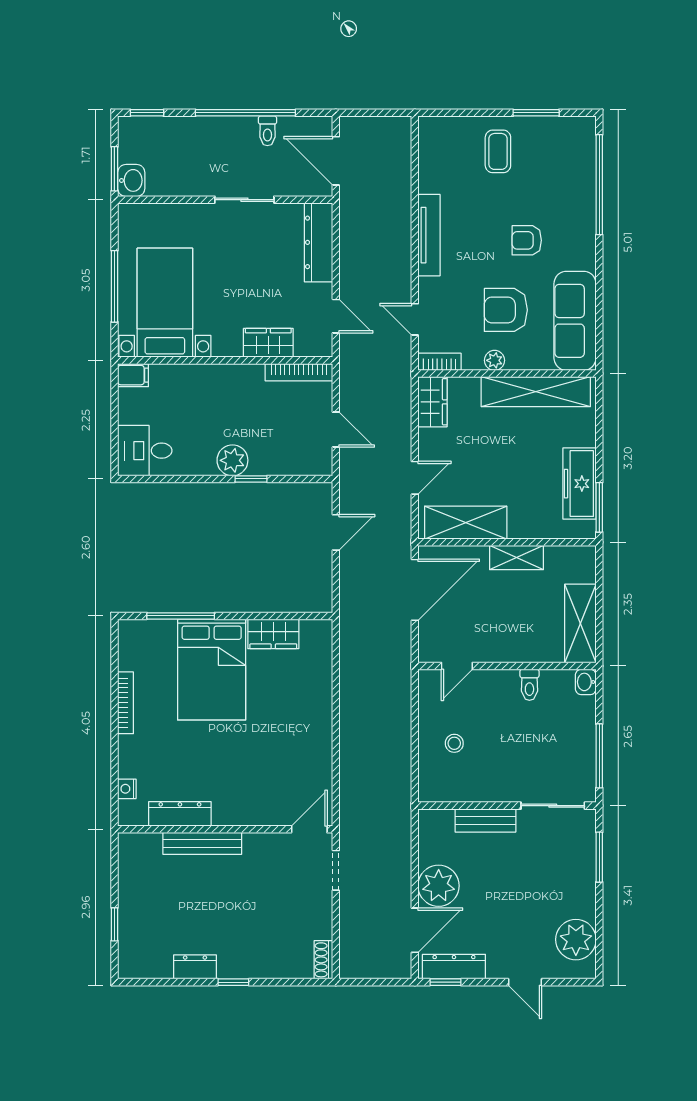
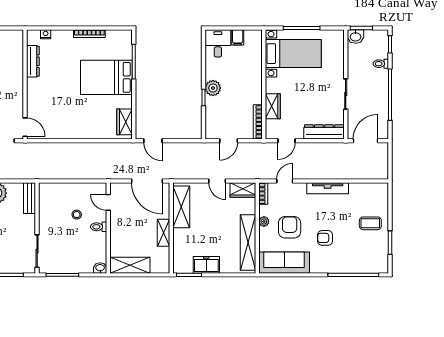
toilet: (267, 131) -> (381, 64), moved
armchair: (527, 240) -> (325, 238), turned -90
filing cabinet: (133, 375) -> (238, 37), moved
door: (415, 478) -> (217, 181), moved
freezer: (580, 484) -> (206, 265), width x0.71
door: (336, 532) -> (153, 141), moved
wardrobe: (273, 634) -> (125, 122), moved
toilet: (529, 685) -> (99, 227), moved
stool: (454, 743) -> (77, 215), moved
bench: (485, 820) -> (30, 198), moved
bench: (202, 843) -> (18, 73), removed

